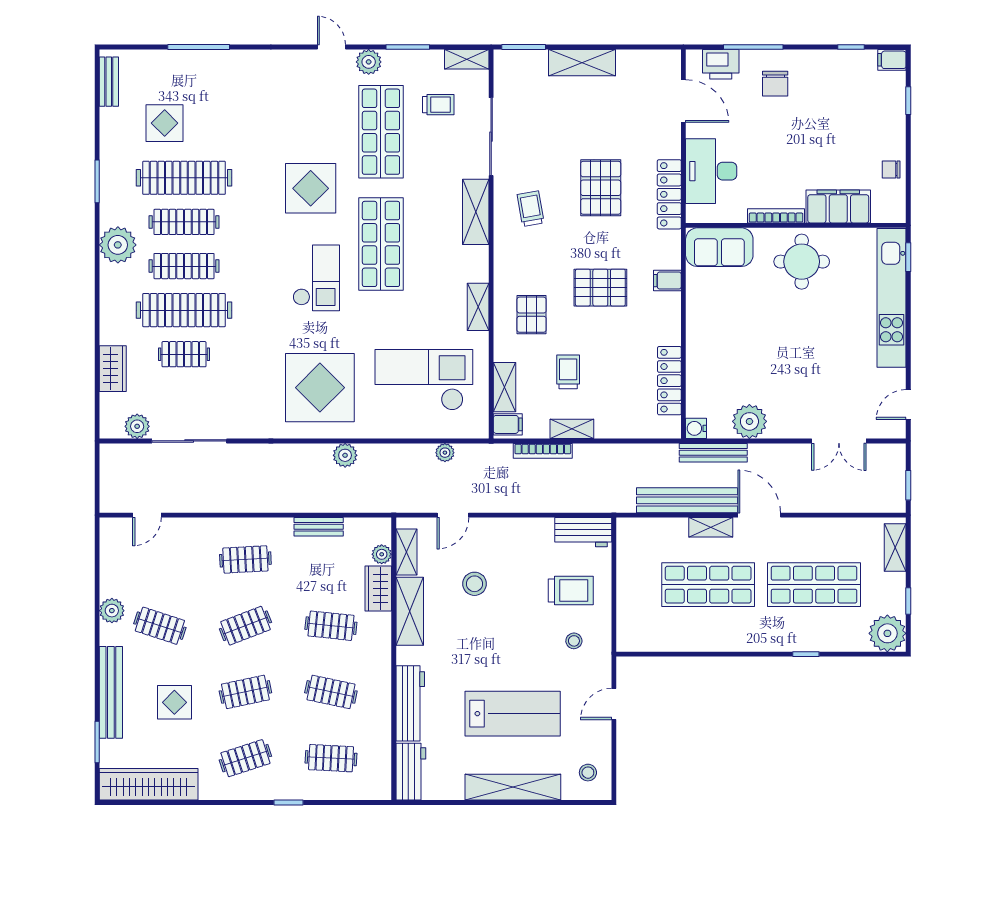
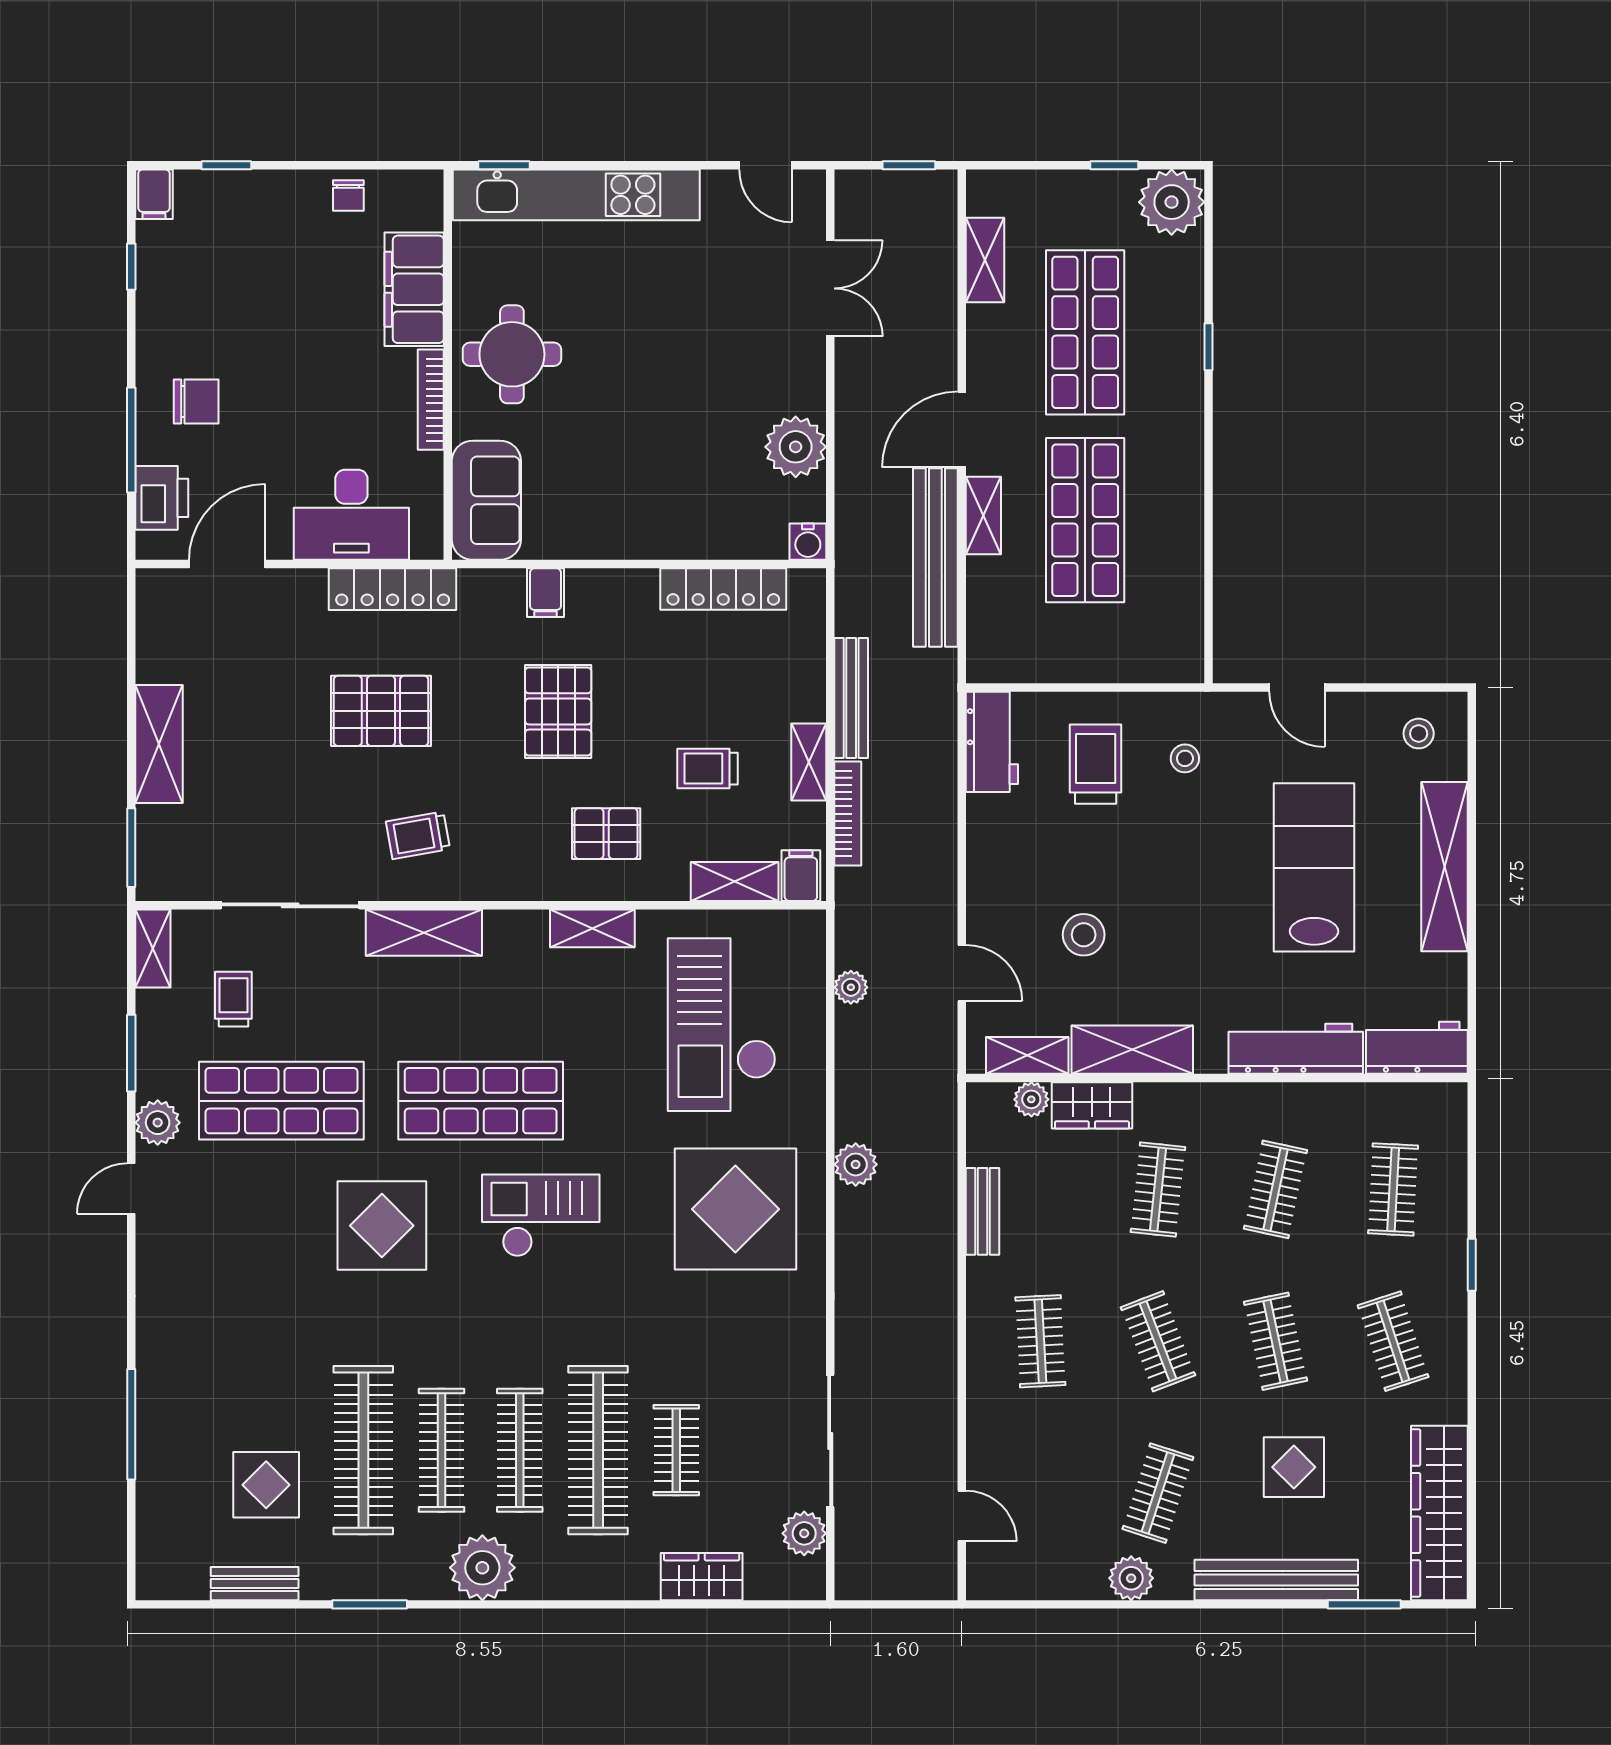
bench: (109, 82) -> (255, 1584), moved
bench: (713, 453) -> (851, 698), moved
shelving: (895, 548) -> (985, 260), moved, turned 90

